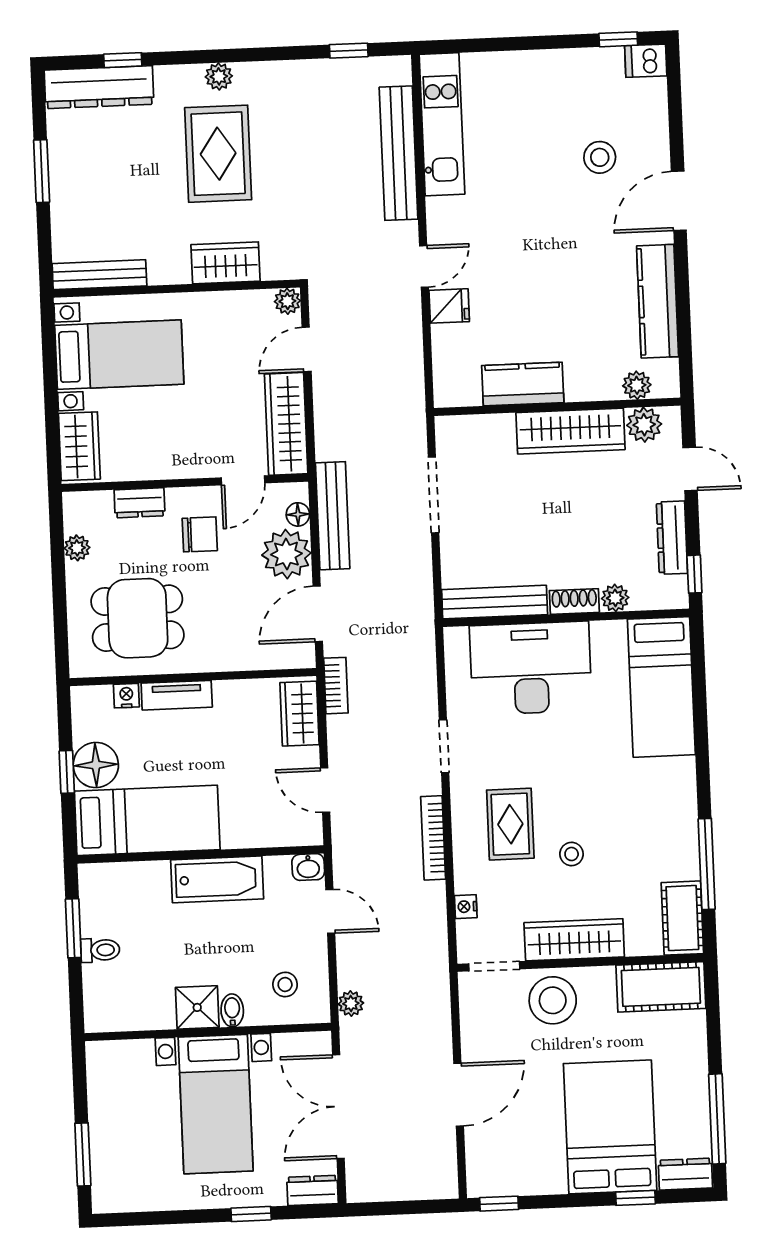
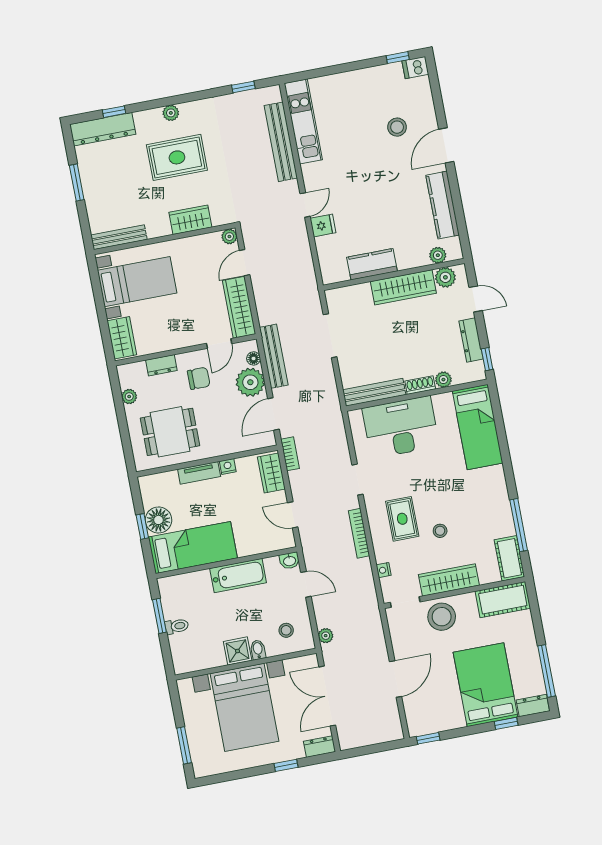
rug: (218, 154) -> (177, 157), turned 90
nightstand: (126, 696) -> (228, 466), moved
bed with nightstands: (216, 1104) -> (244, 707), width x1.36

